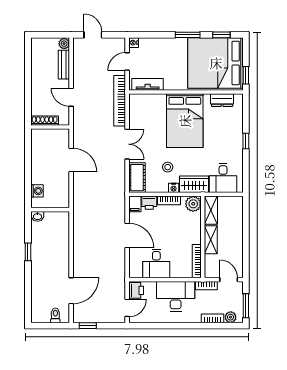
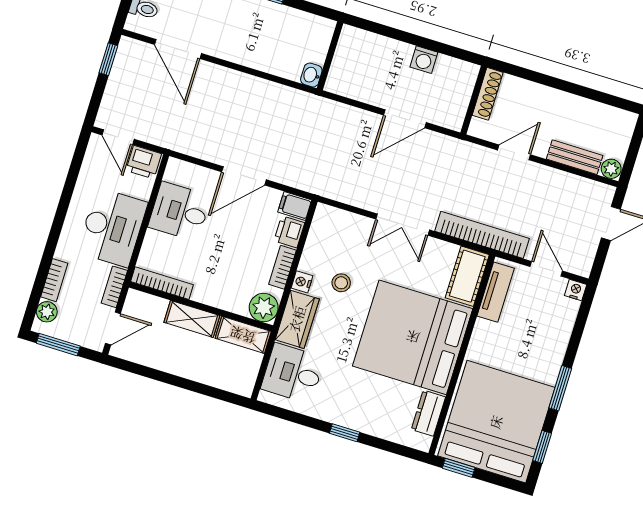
bed: (185, 121) -> (413, 337), width x1.36
cot: (137, 178) -> (467, 276), moved, turned 90
washing machine: (37, 191) -> (424, 60), moved
washbasin: (38, 216) -> (311, 75), moved

